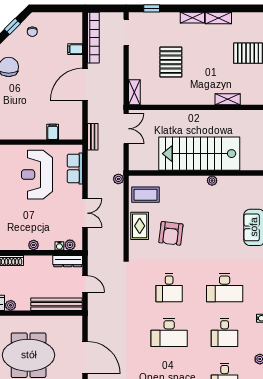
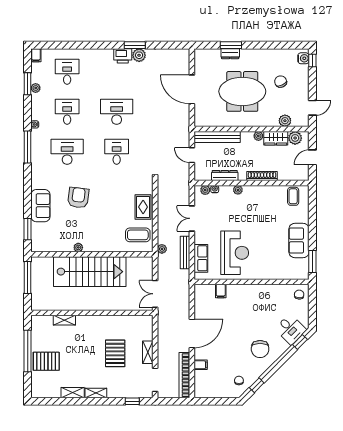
shelving: (134, 92) -> (148, 352), moved
bench: (93, 137) -> (185, 253), moved, width x1.36
armchair: (171, 233) -> (78, 198), moved
dresser: (68, 261) -> (225, 176), moved

